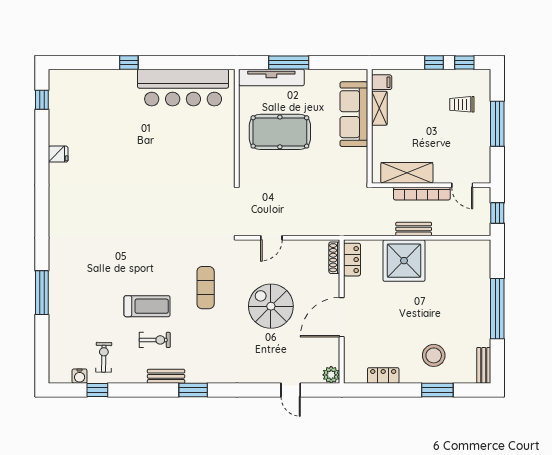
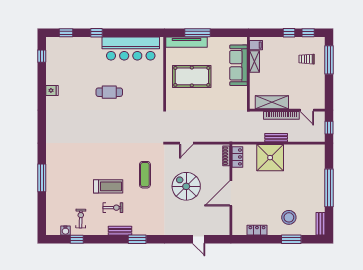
window: (80, 63) -> (66, 33), added
window: (497, 124) -> (329, 60), moved
cafe table: (149, 157) -> (109, 92), added
plant: (331, 375) -> (224, 230), removed

